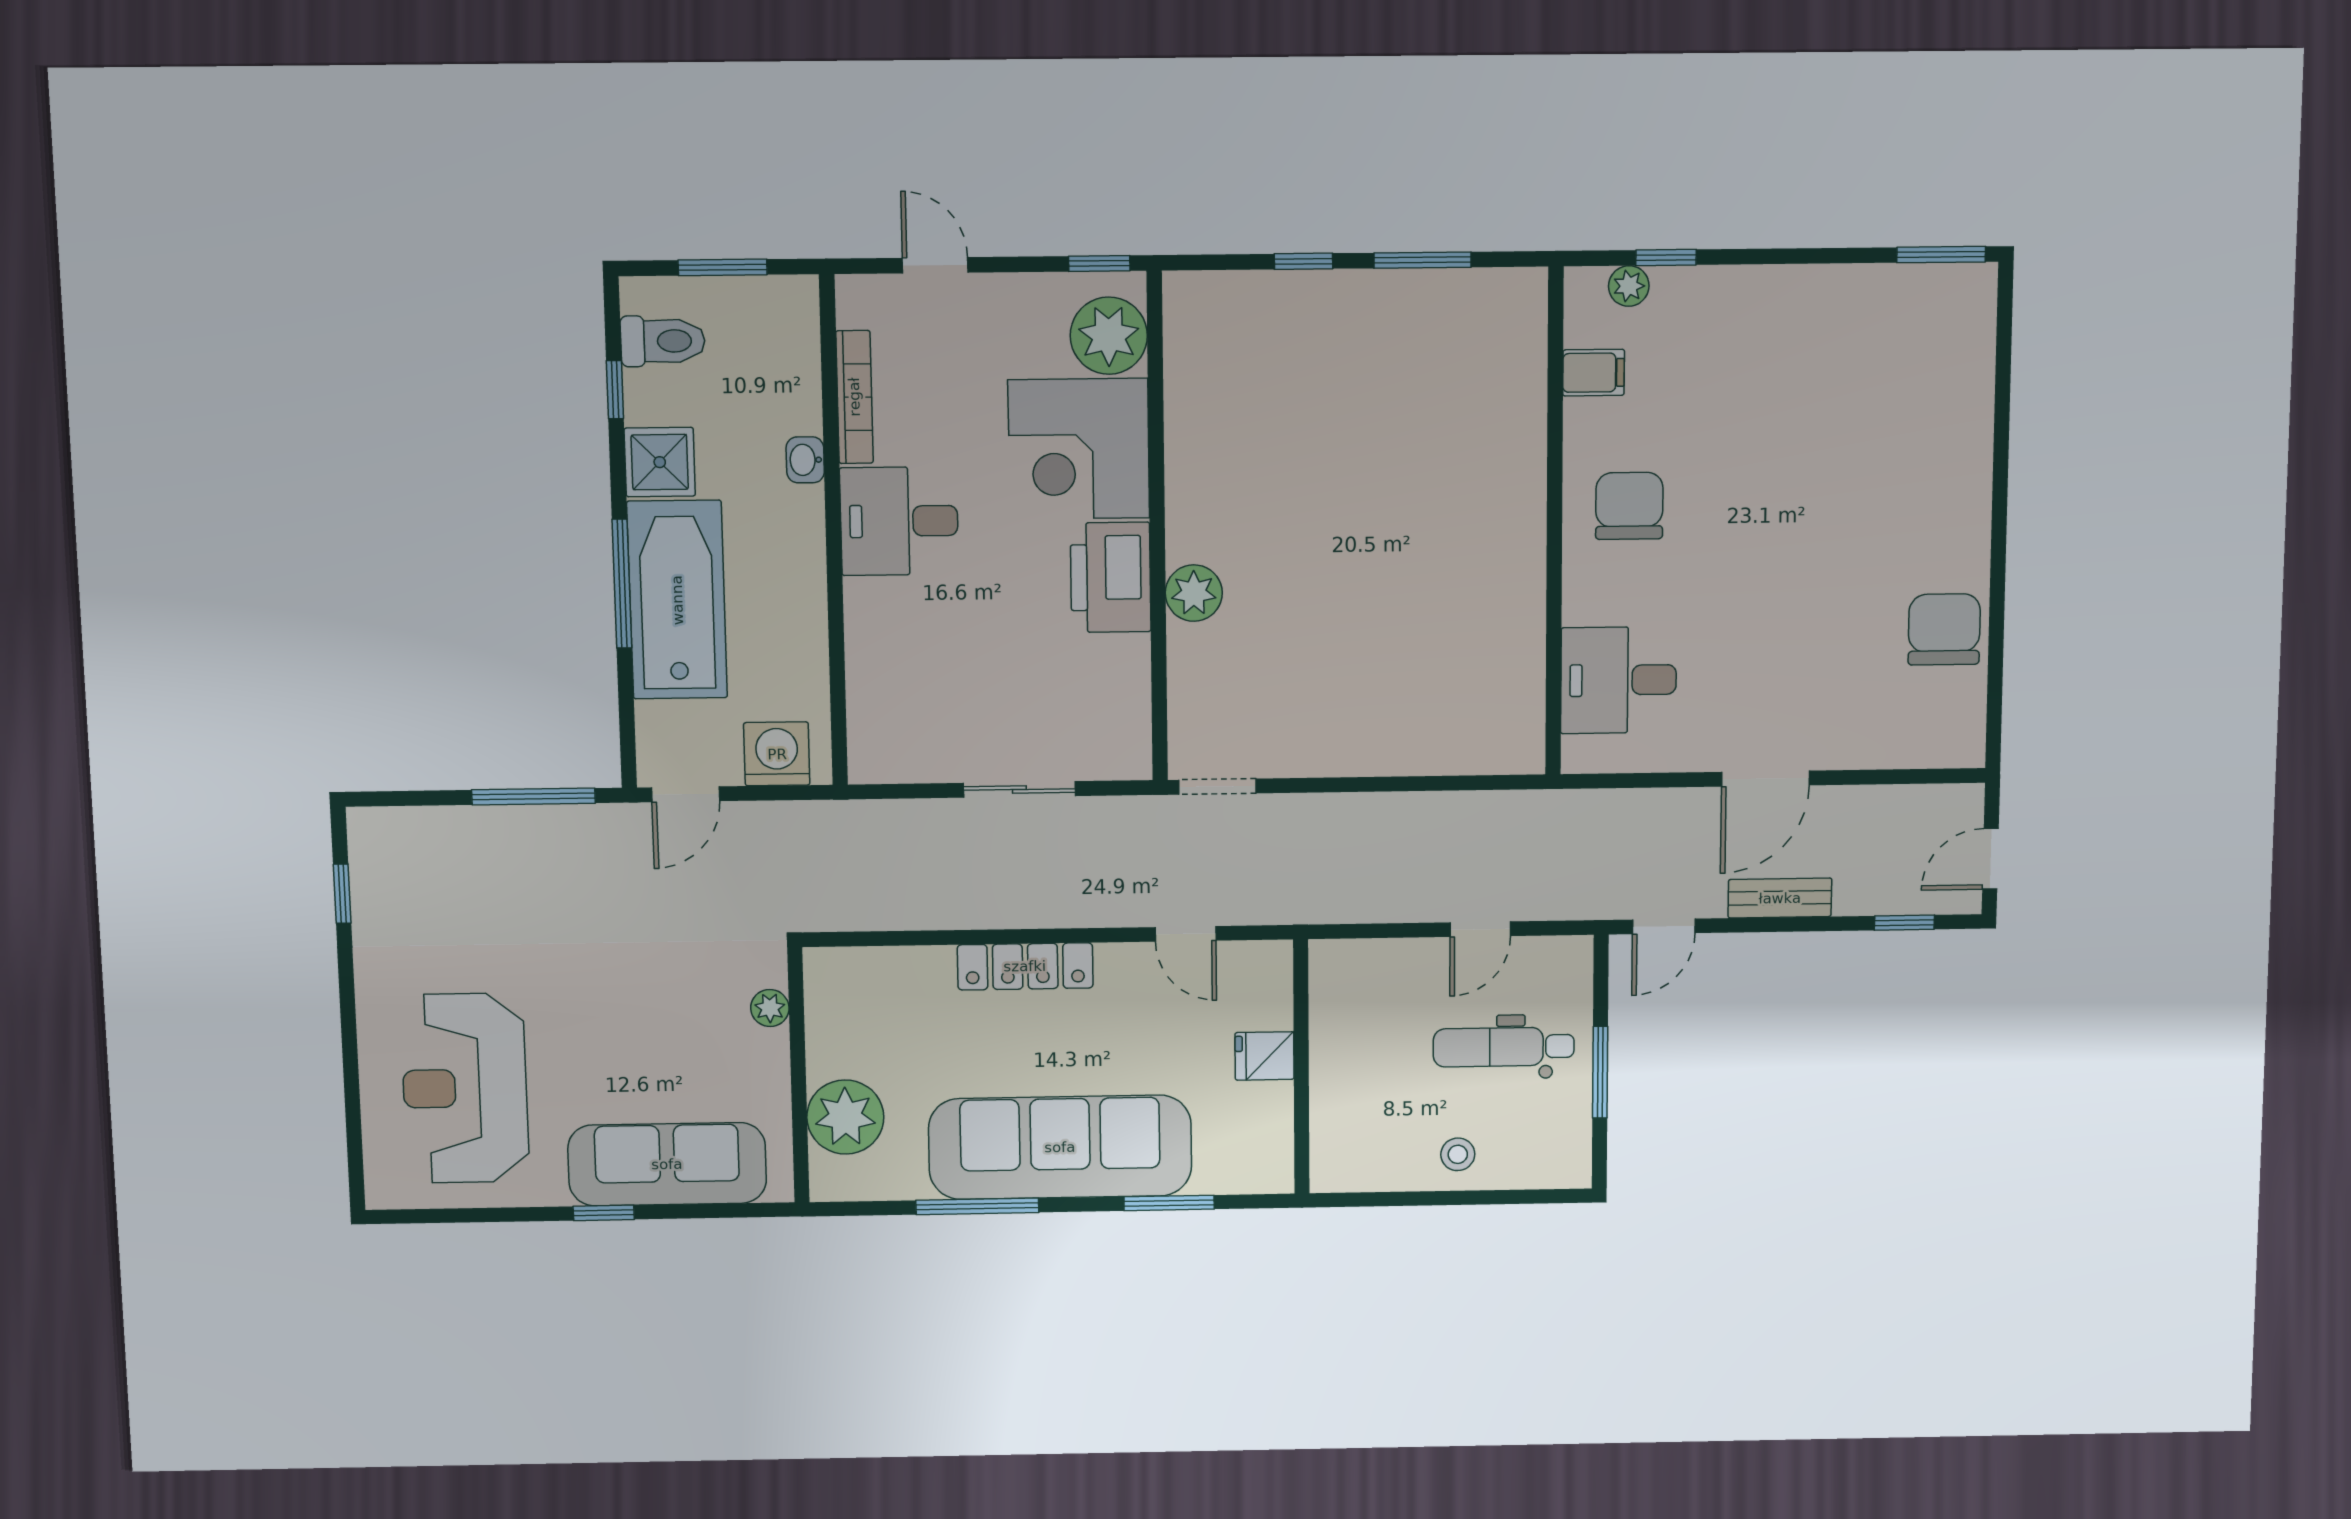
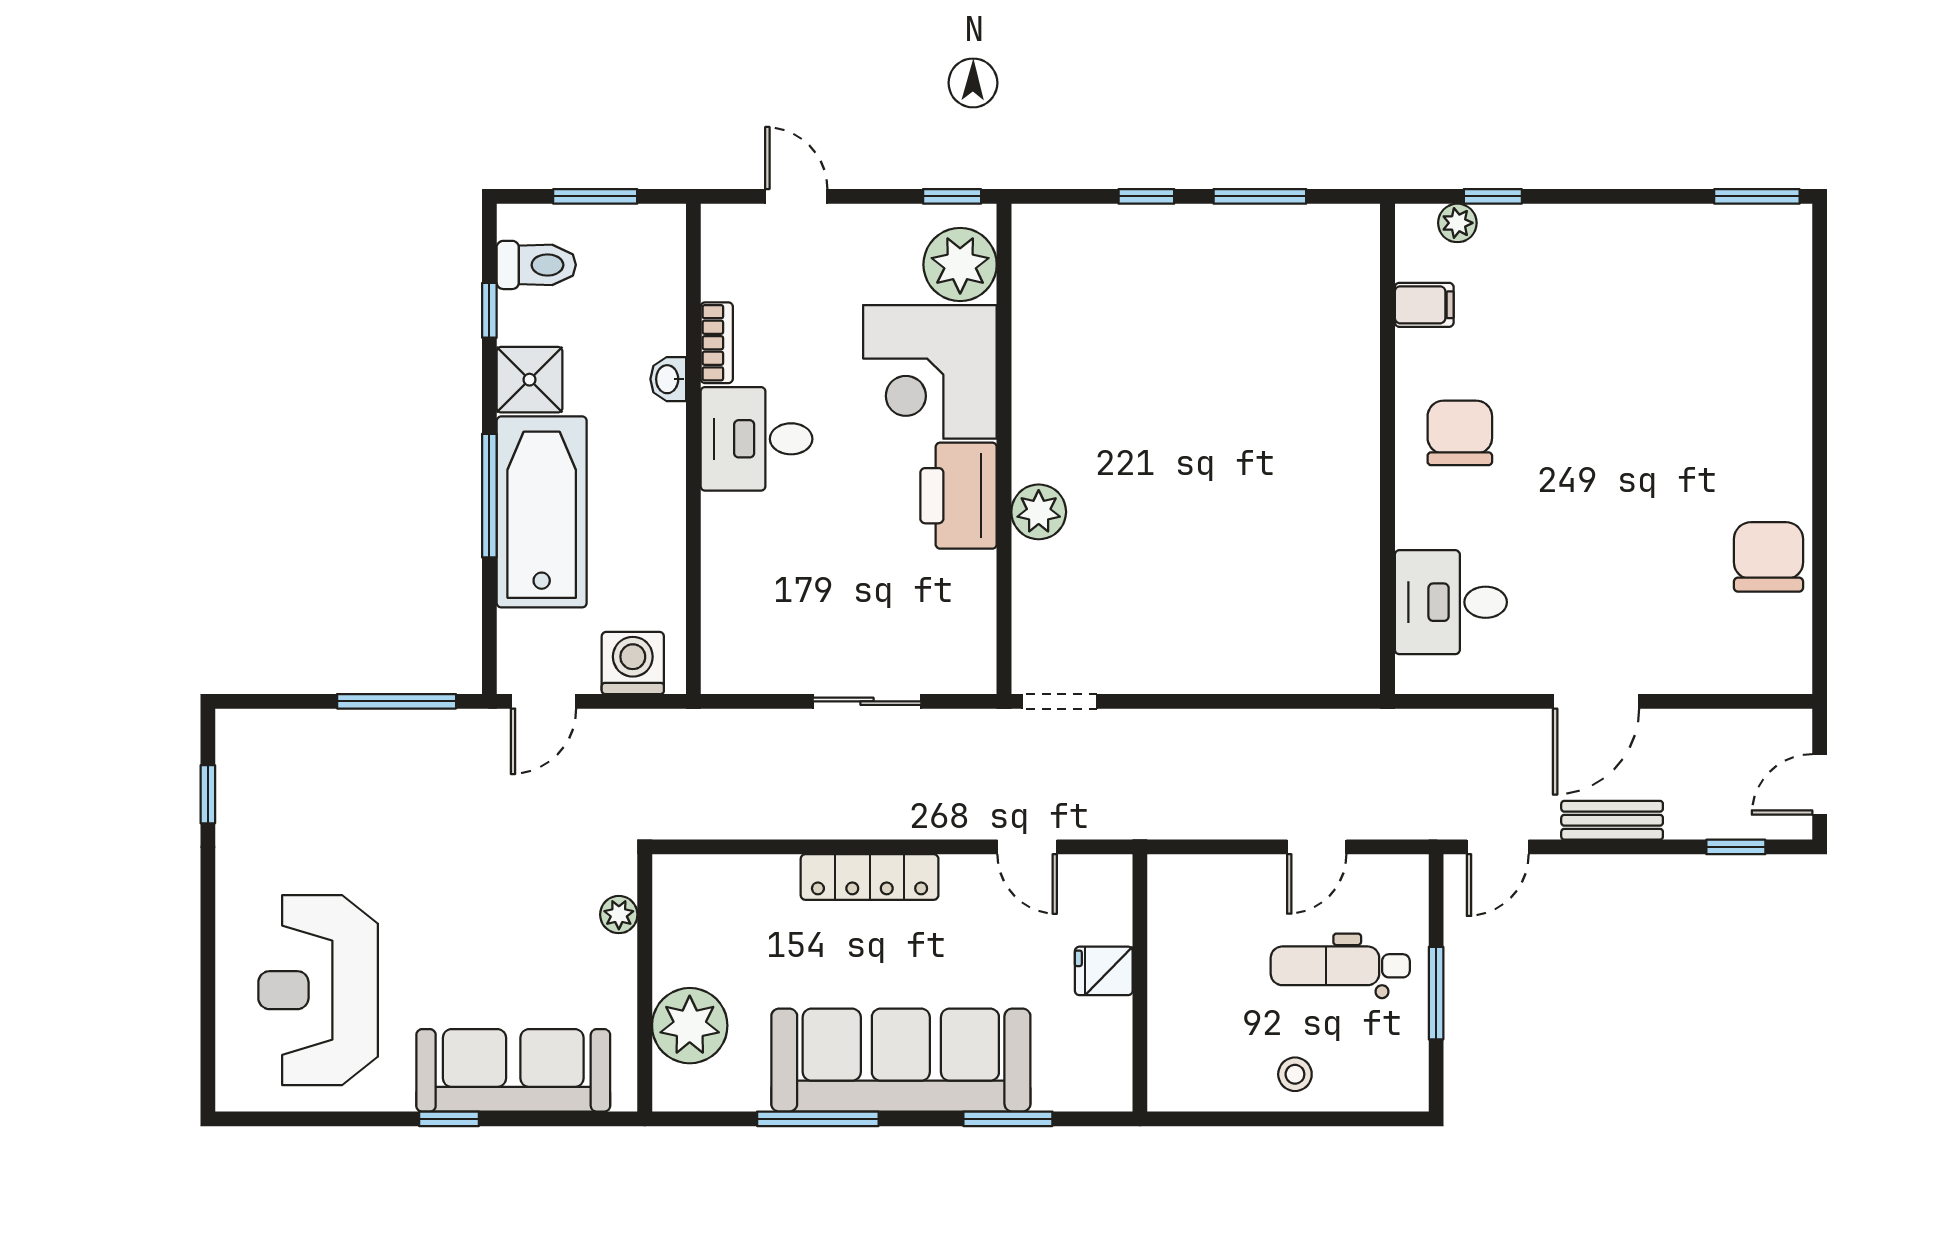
bookcase: (854, 397) -> (717, 343), width x0.64

